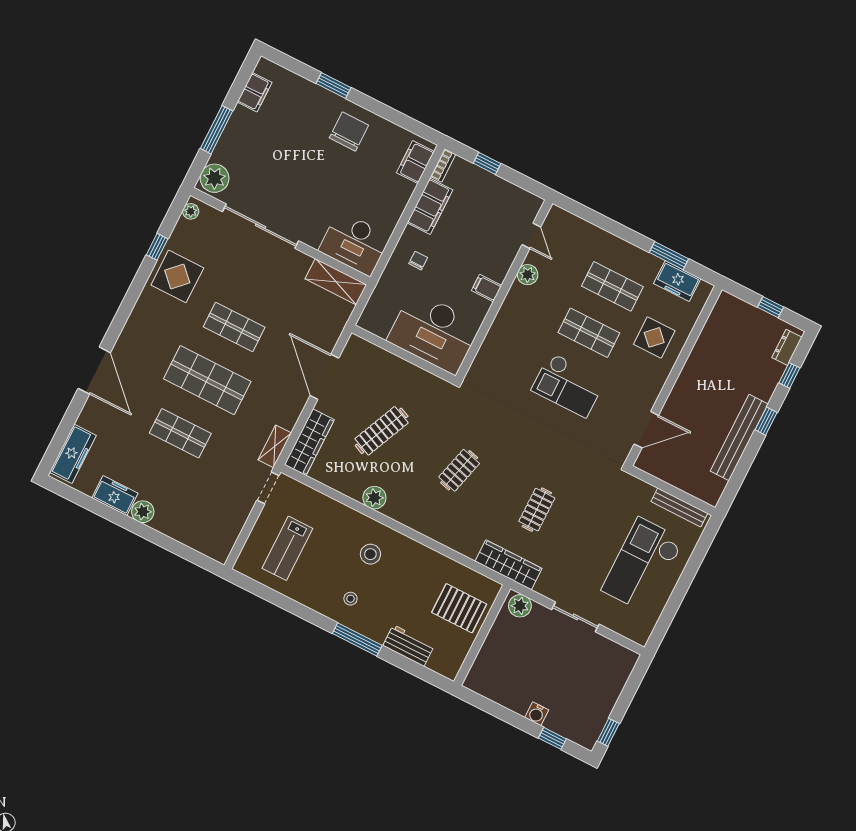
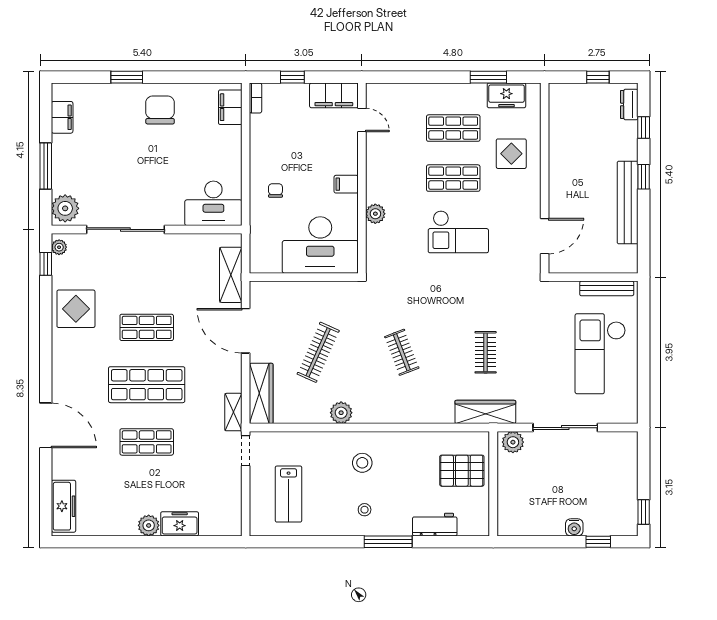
filing cabinet: (430, 206) -> (334, 95), moved, turned 90
window: (157, 247) -> (46, 264), moved
plant: (528, 275) -> (375, 214), moved
shelving: (336, 282) -> (231, 275), moved, turned 90
clothes rail: (459, 470) -> (402, 352), turned -36
freezer: (115, 496) -> (180, 524), moved
sliding door: (575, 617) -> (565, 428), width x1.37

